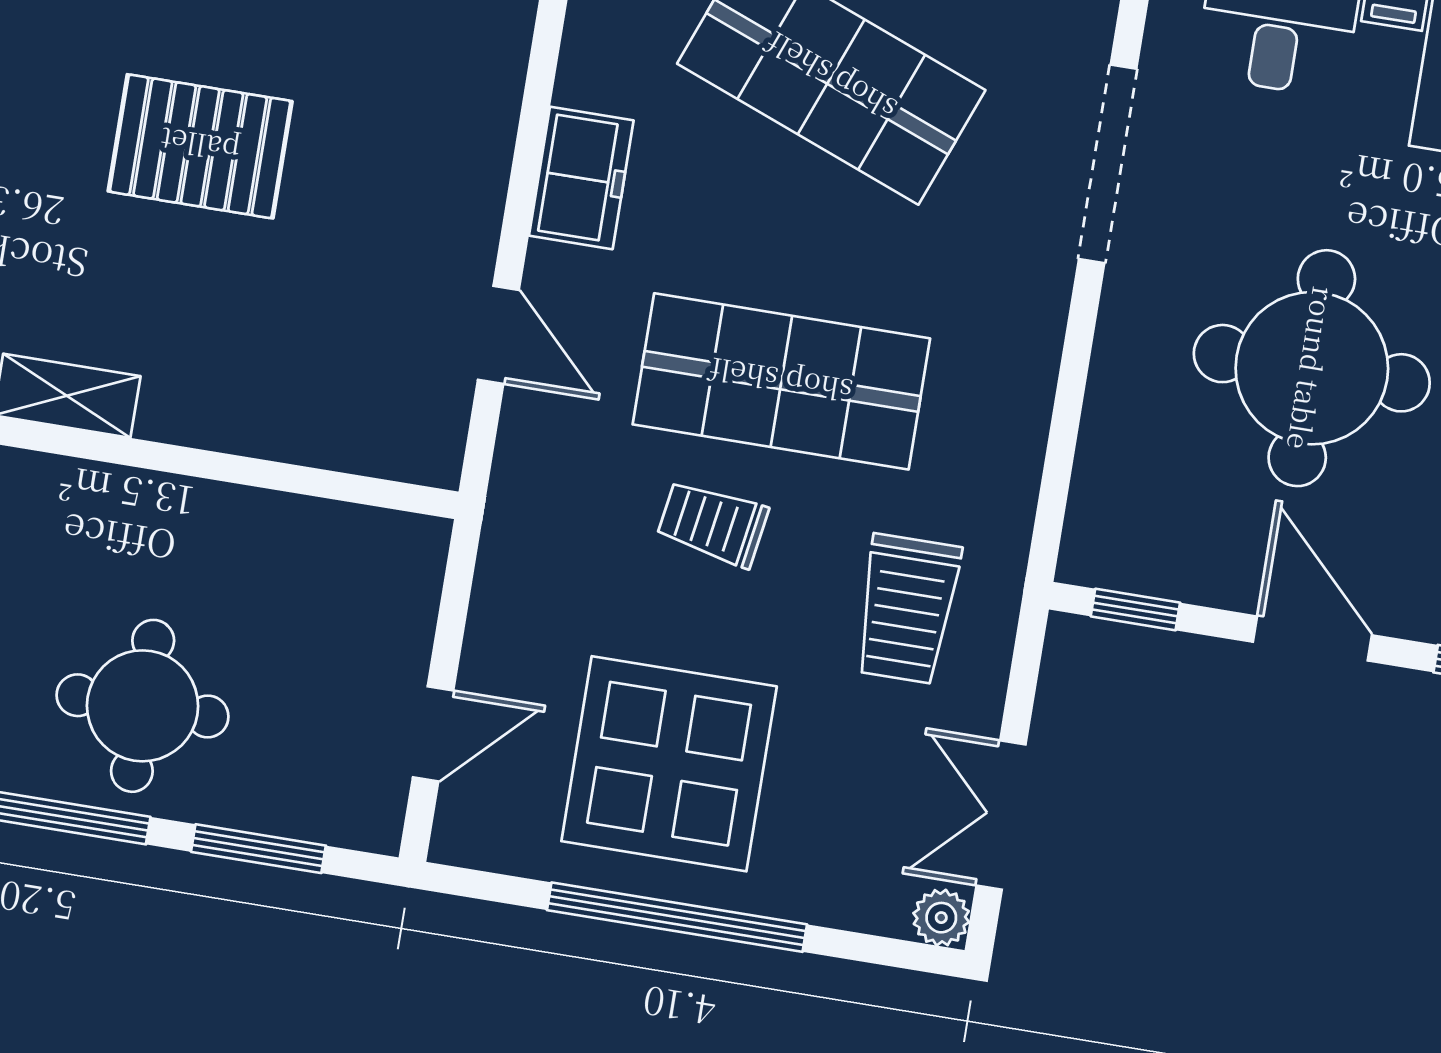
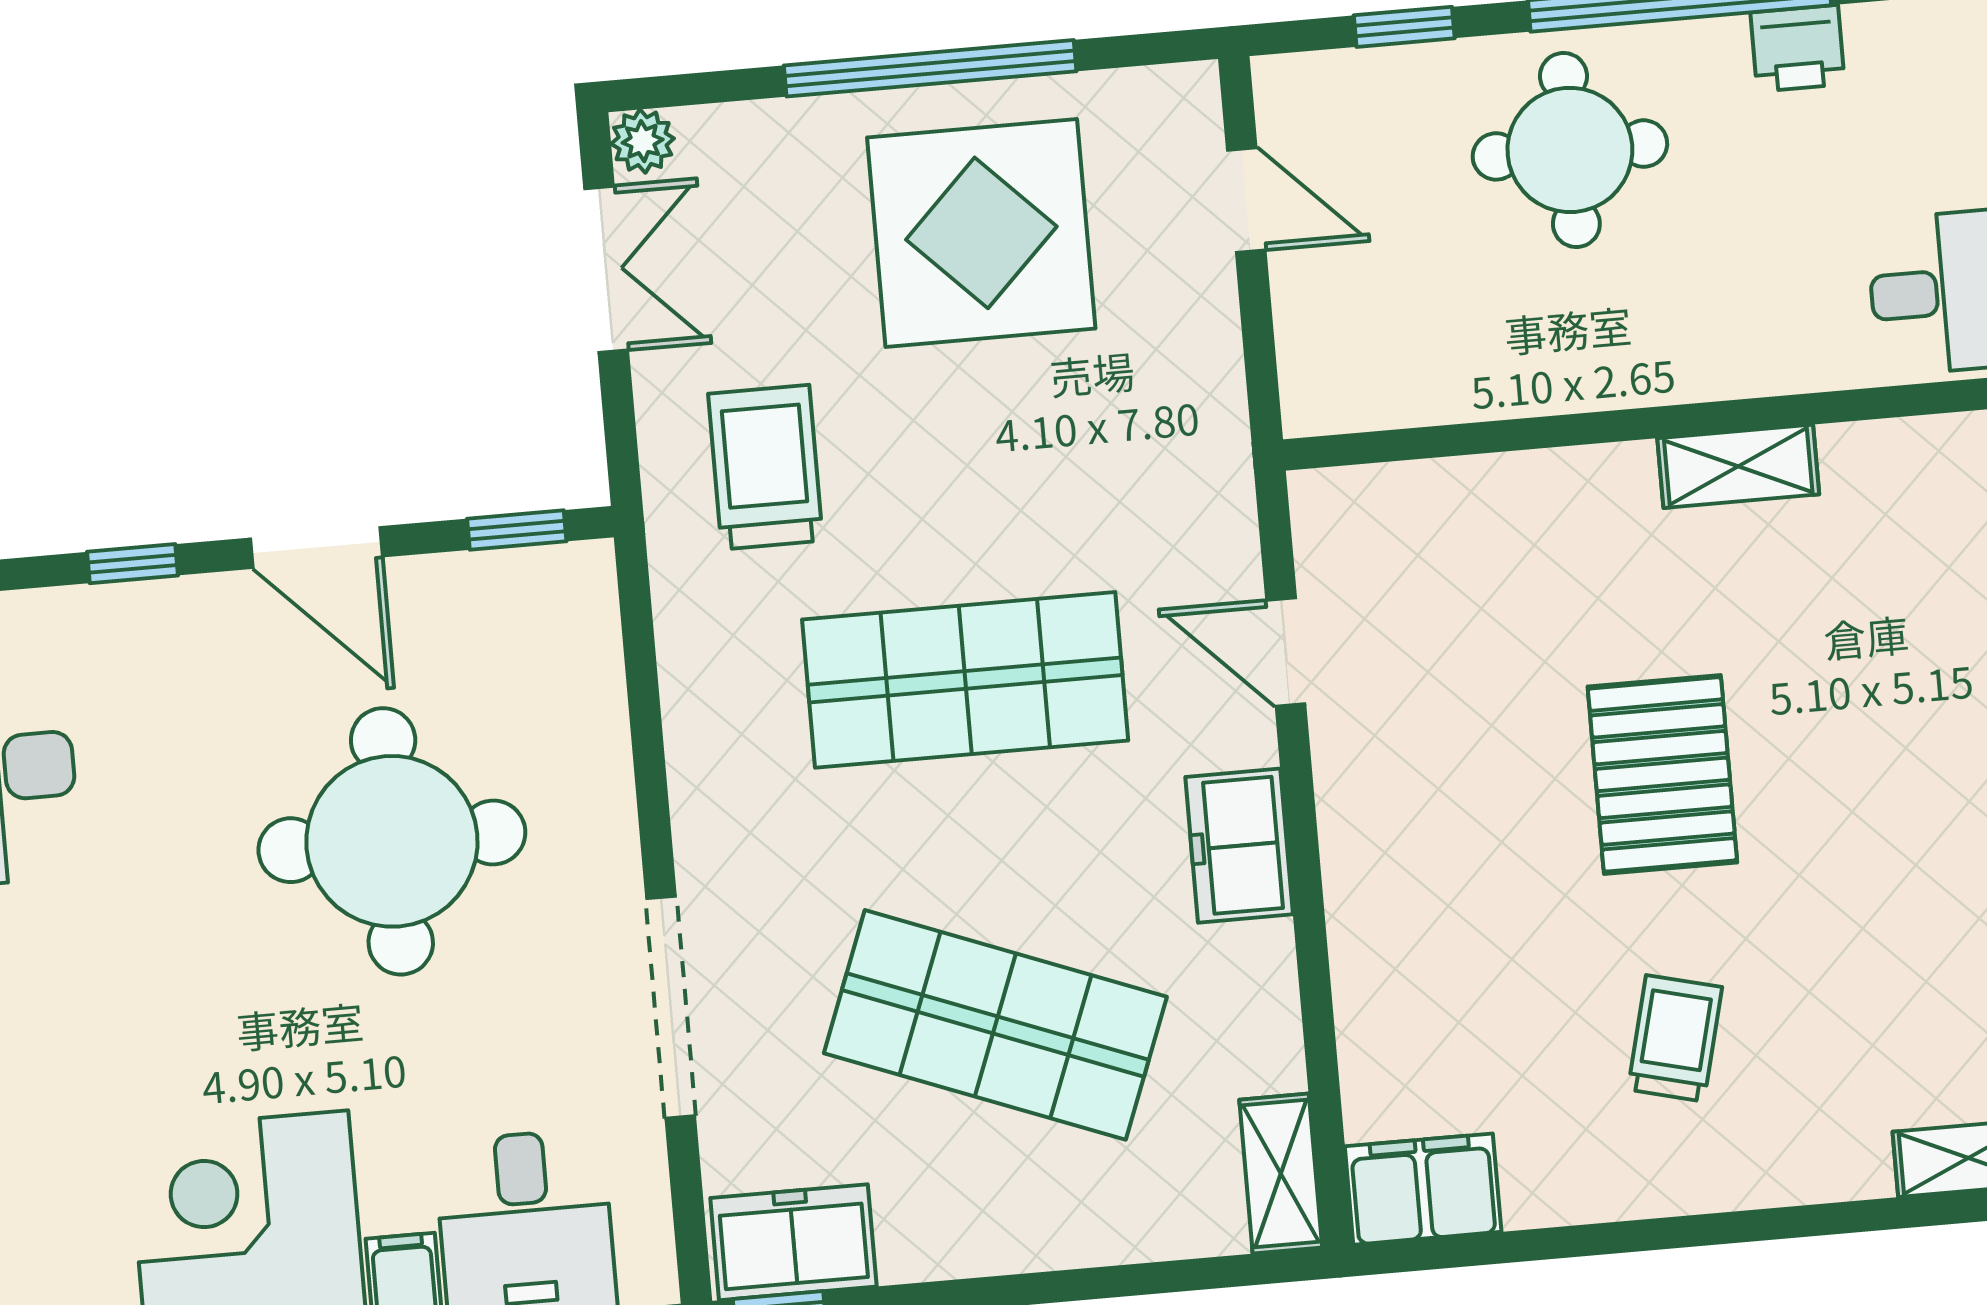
pallet: (200, 146) -> (1662, 774), turned 90
trolley: (713, 523) -> (1001, 506), removed
door: (433, 734) -> (1246, 200), swing flipped
window: (258, 849) -> (1404, 27), width x0.67

